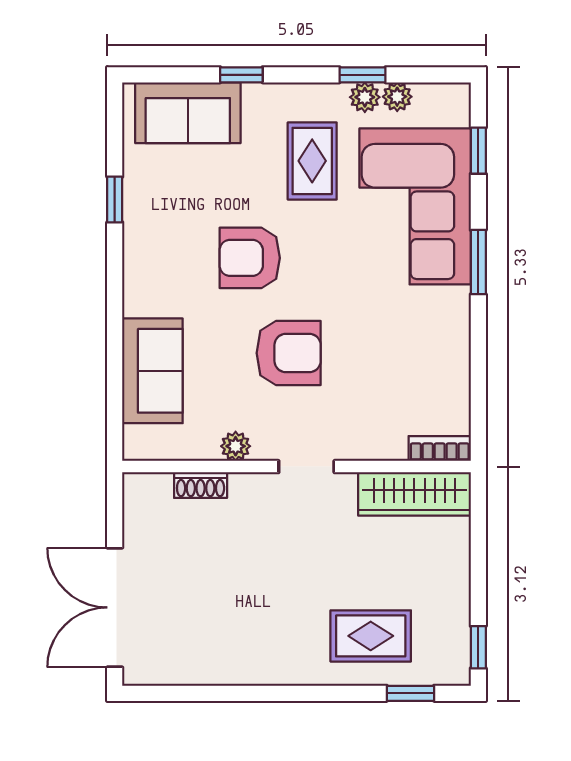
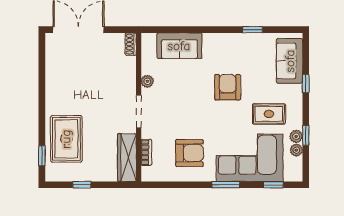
armchair: (289, 353) -> (189, 153), moved, turned -90
bookcase: (440, 448) -> (146, 152), moved
doorway: (306, 467) -> (139, 111), width x1.38
shoe rack: (201, 485) -> (131, 44), moved
rug: (371, 636) -> (66, 139), width x1.36, depth x1.43
window: (478, 647) -> (82, 185), moved

